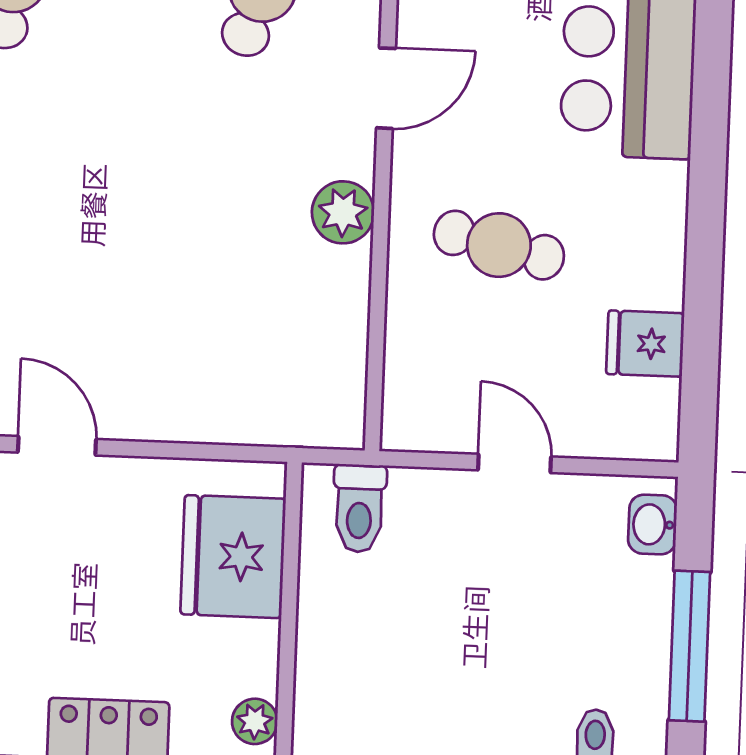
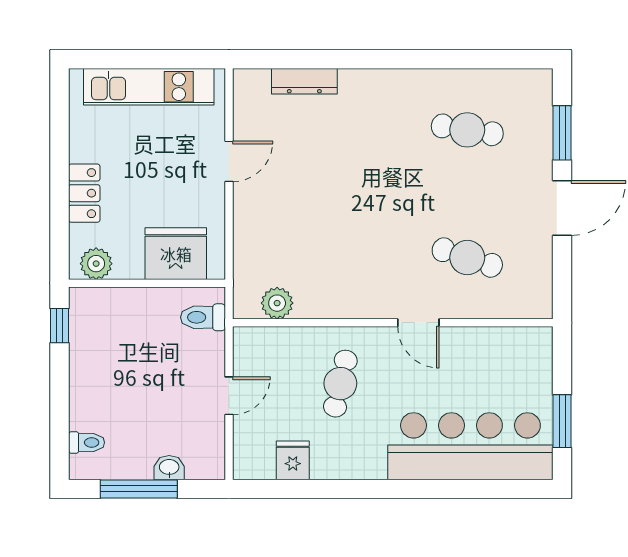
plant: (343, 212) -> (277, 303), moved
washbasin: (652, 525) -> (169, 468), moved
plant: (255, 721) -> (96, 264), width x1.38, depth x1.38

